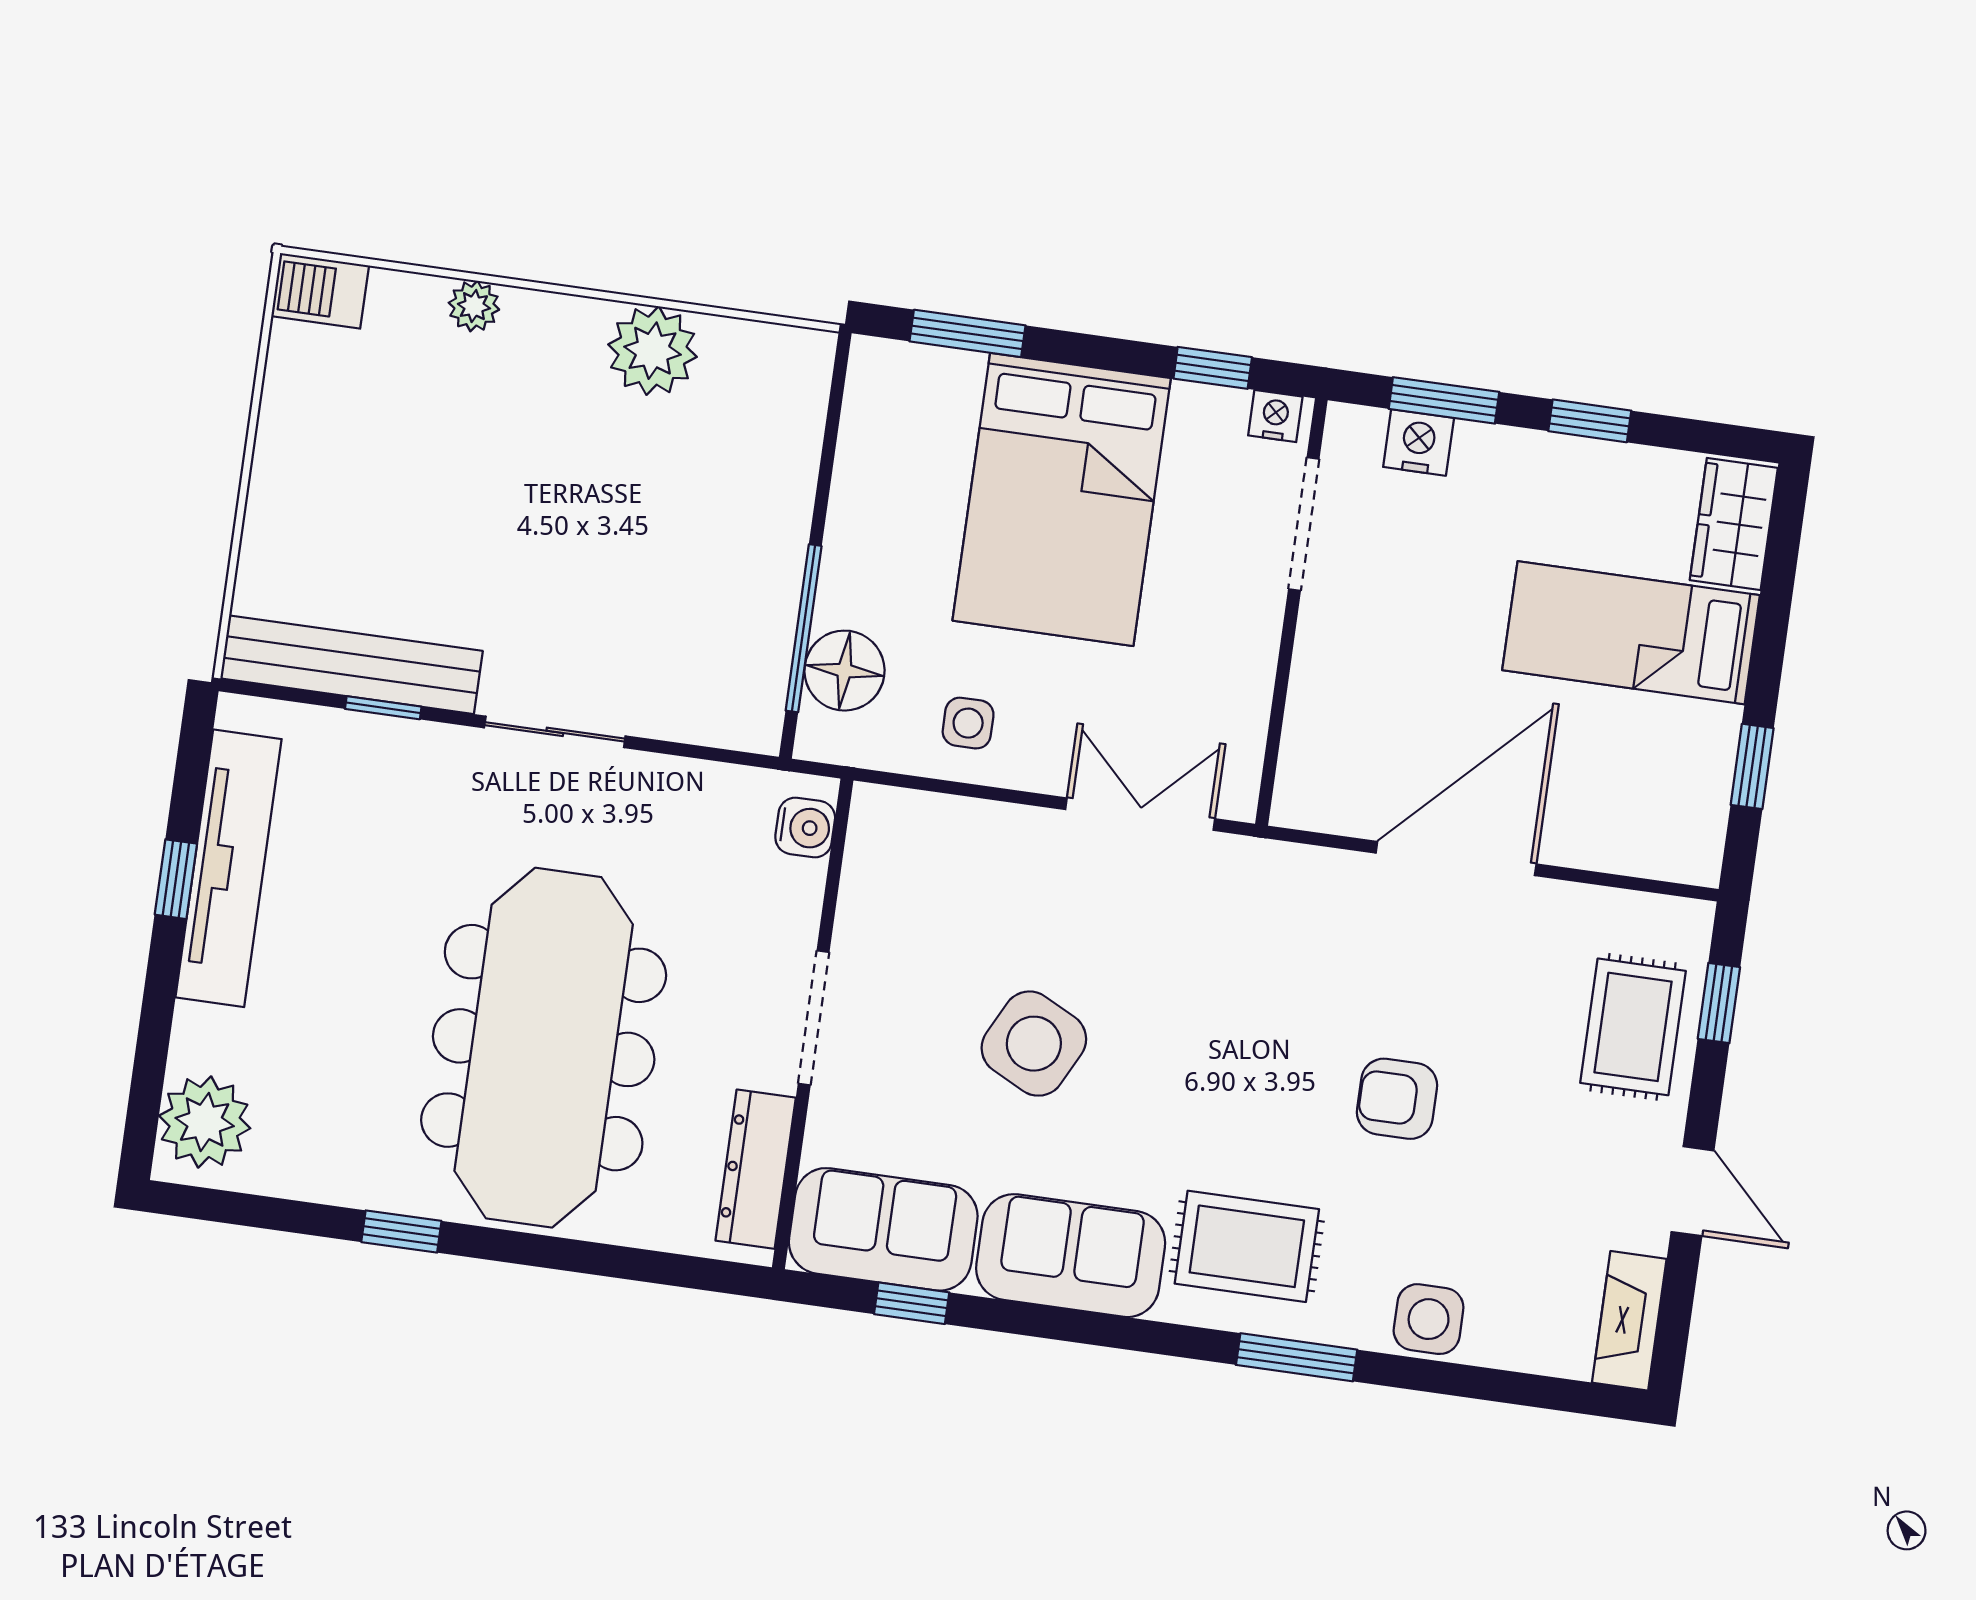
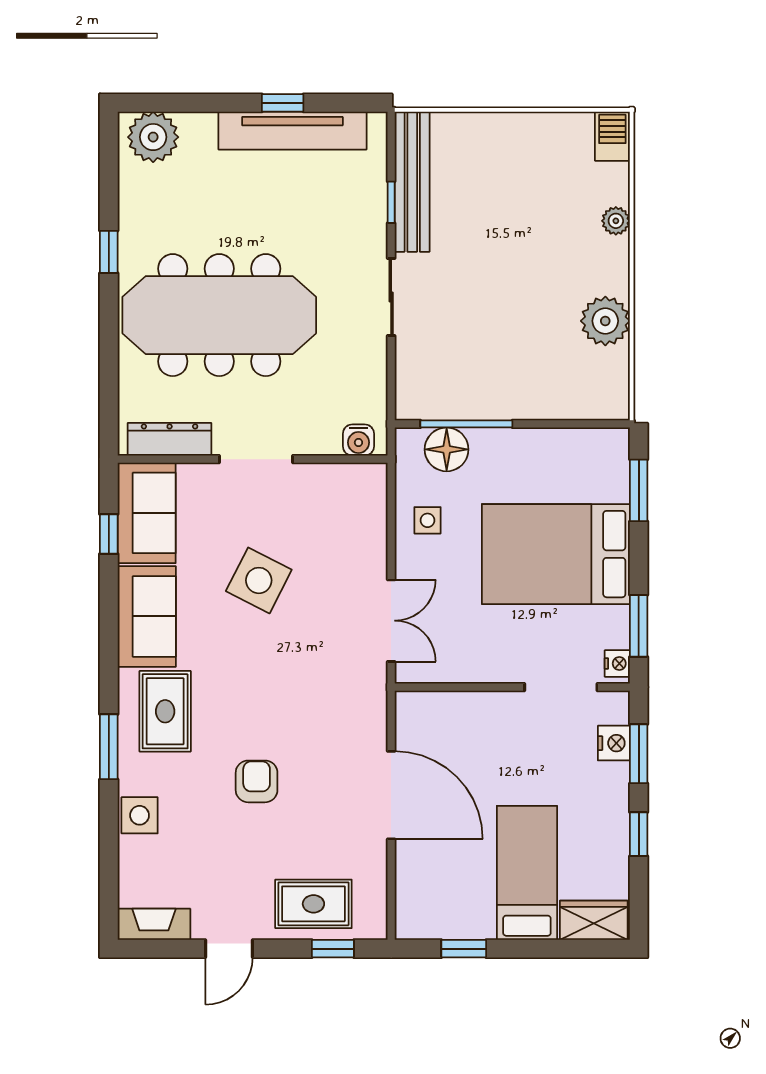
window: (1213, 368) -> (639, 626), width x1.50

